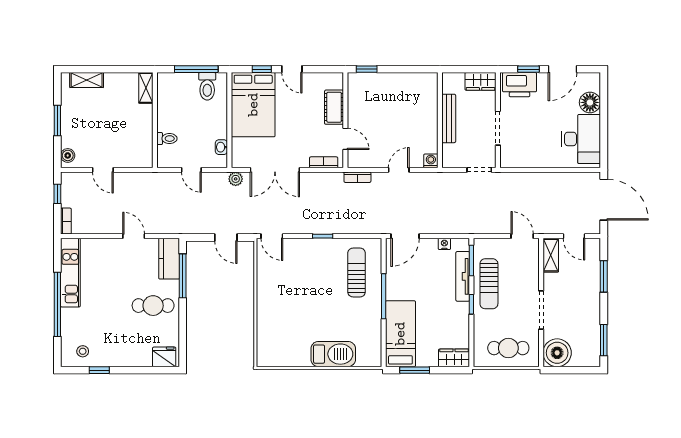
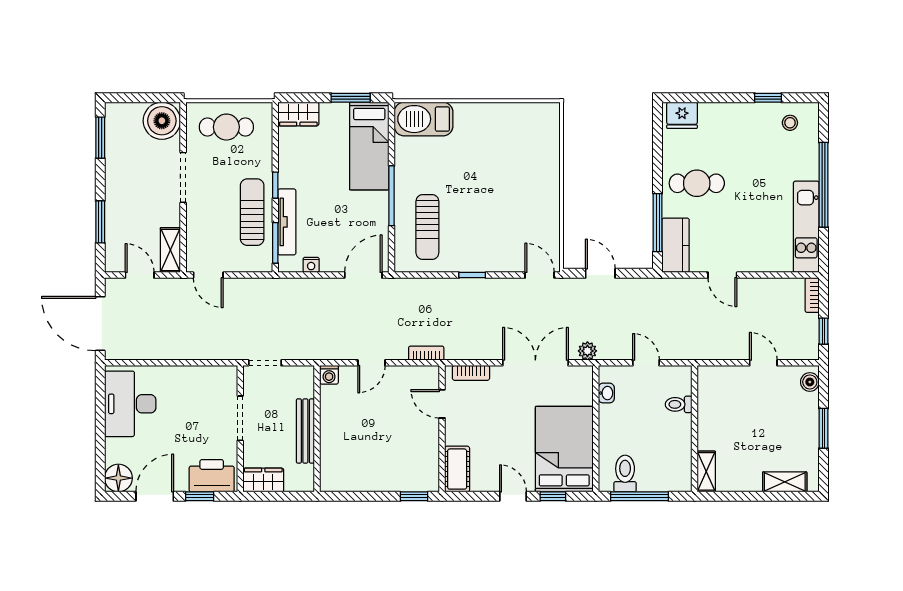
floor lamp: (590, 102) -> (118, 478), moved
cot: (334, 107) -> (457, 469), moved
barbecue: (333, 354) -> (424, 119), moved

